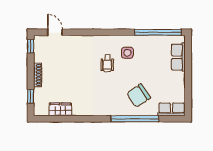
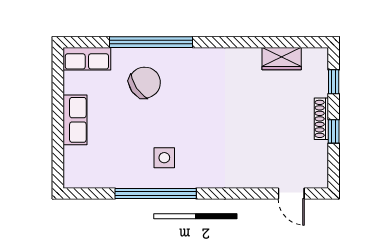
window: (158, 32) -> (156, 193), moved
window: (31, 46) -> (334, 131), moved
row of seats: (178, 57) -> (75, 120), moved
wheelchair: (107, 63) -> (199, 139), removed

